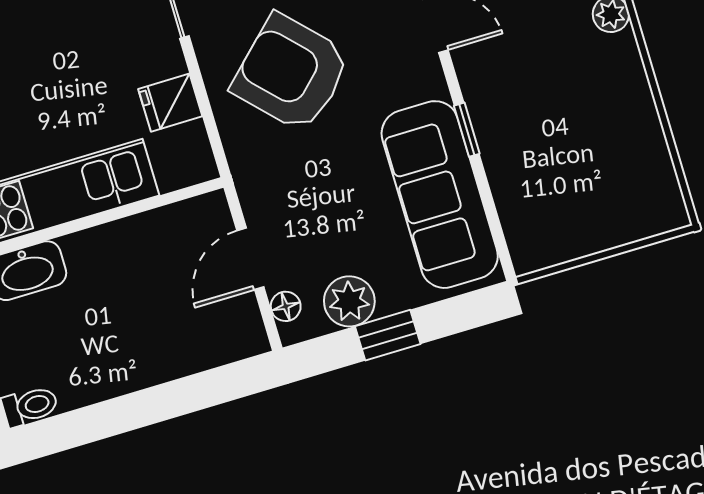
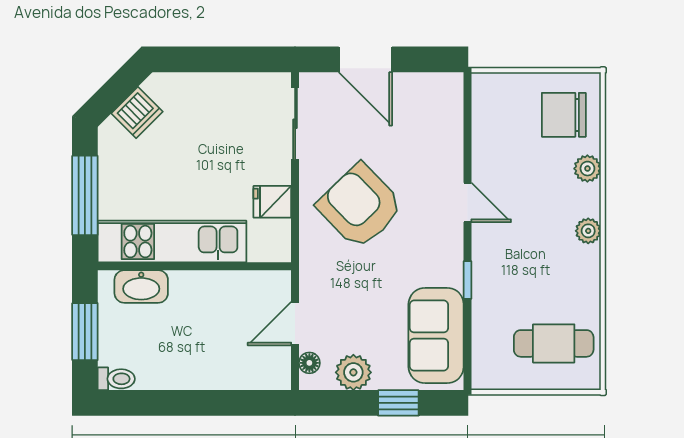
cafe table: (609, 181) -> (554, 343), added
sofa: (440, 195) -> (436, 336), width x0.73
window: (388, 335) -> (398, 403), moved

